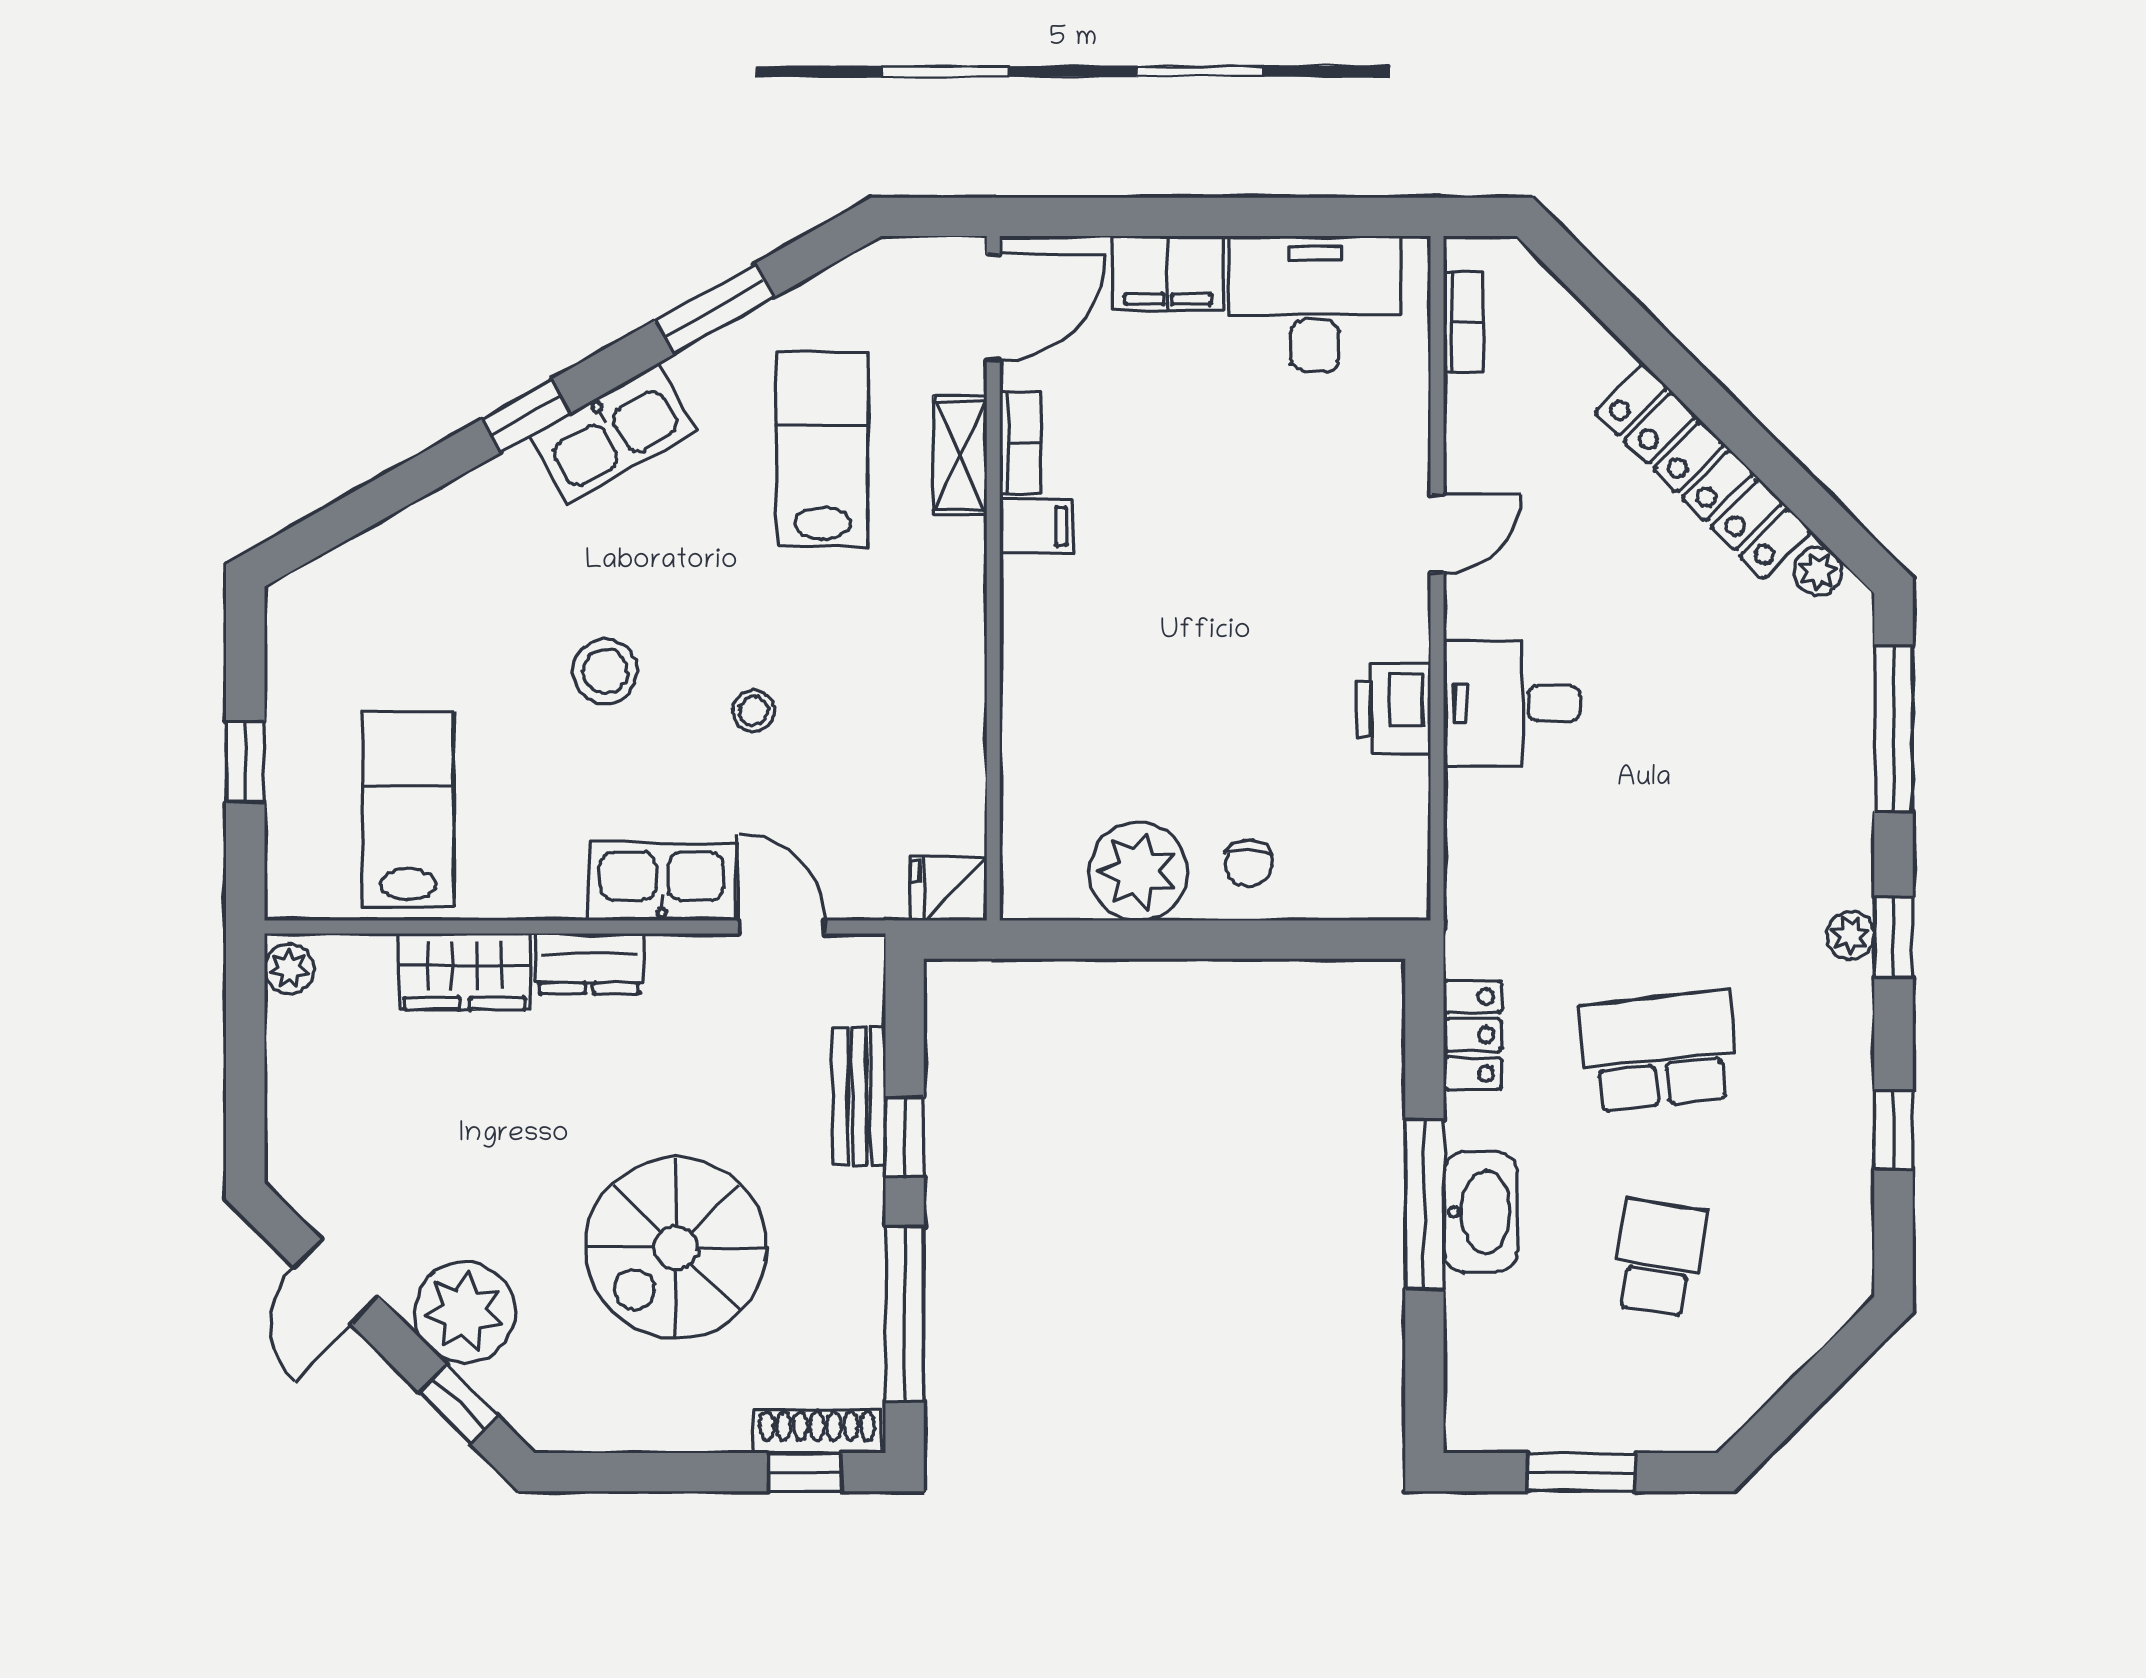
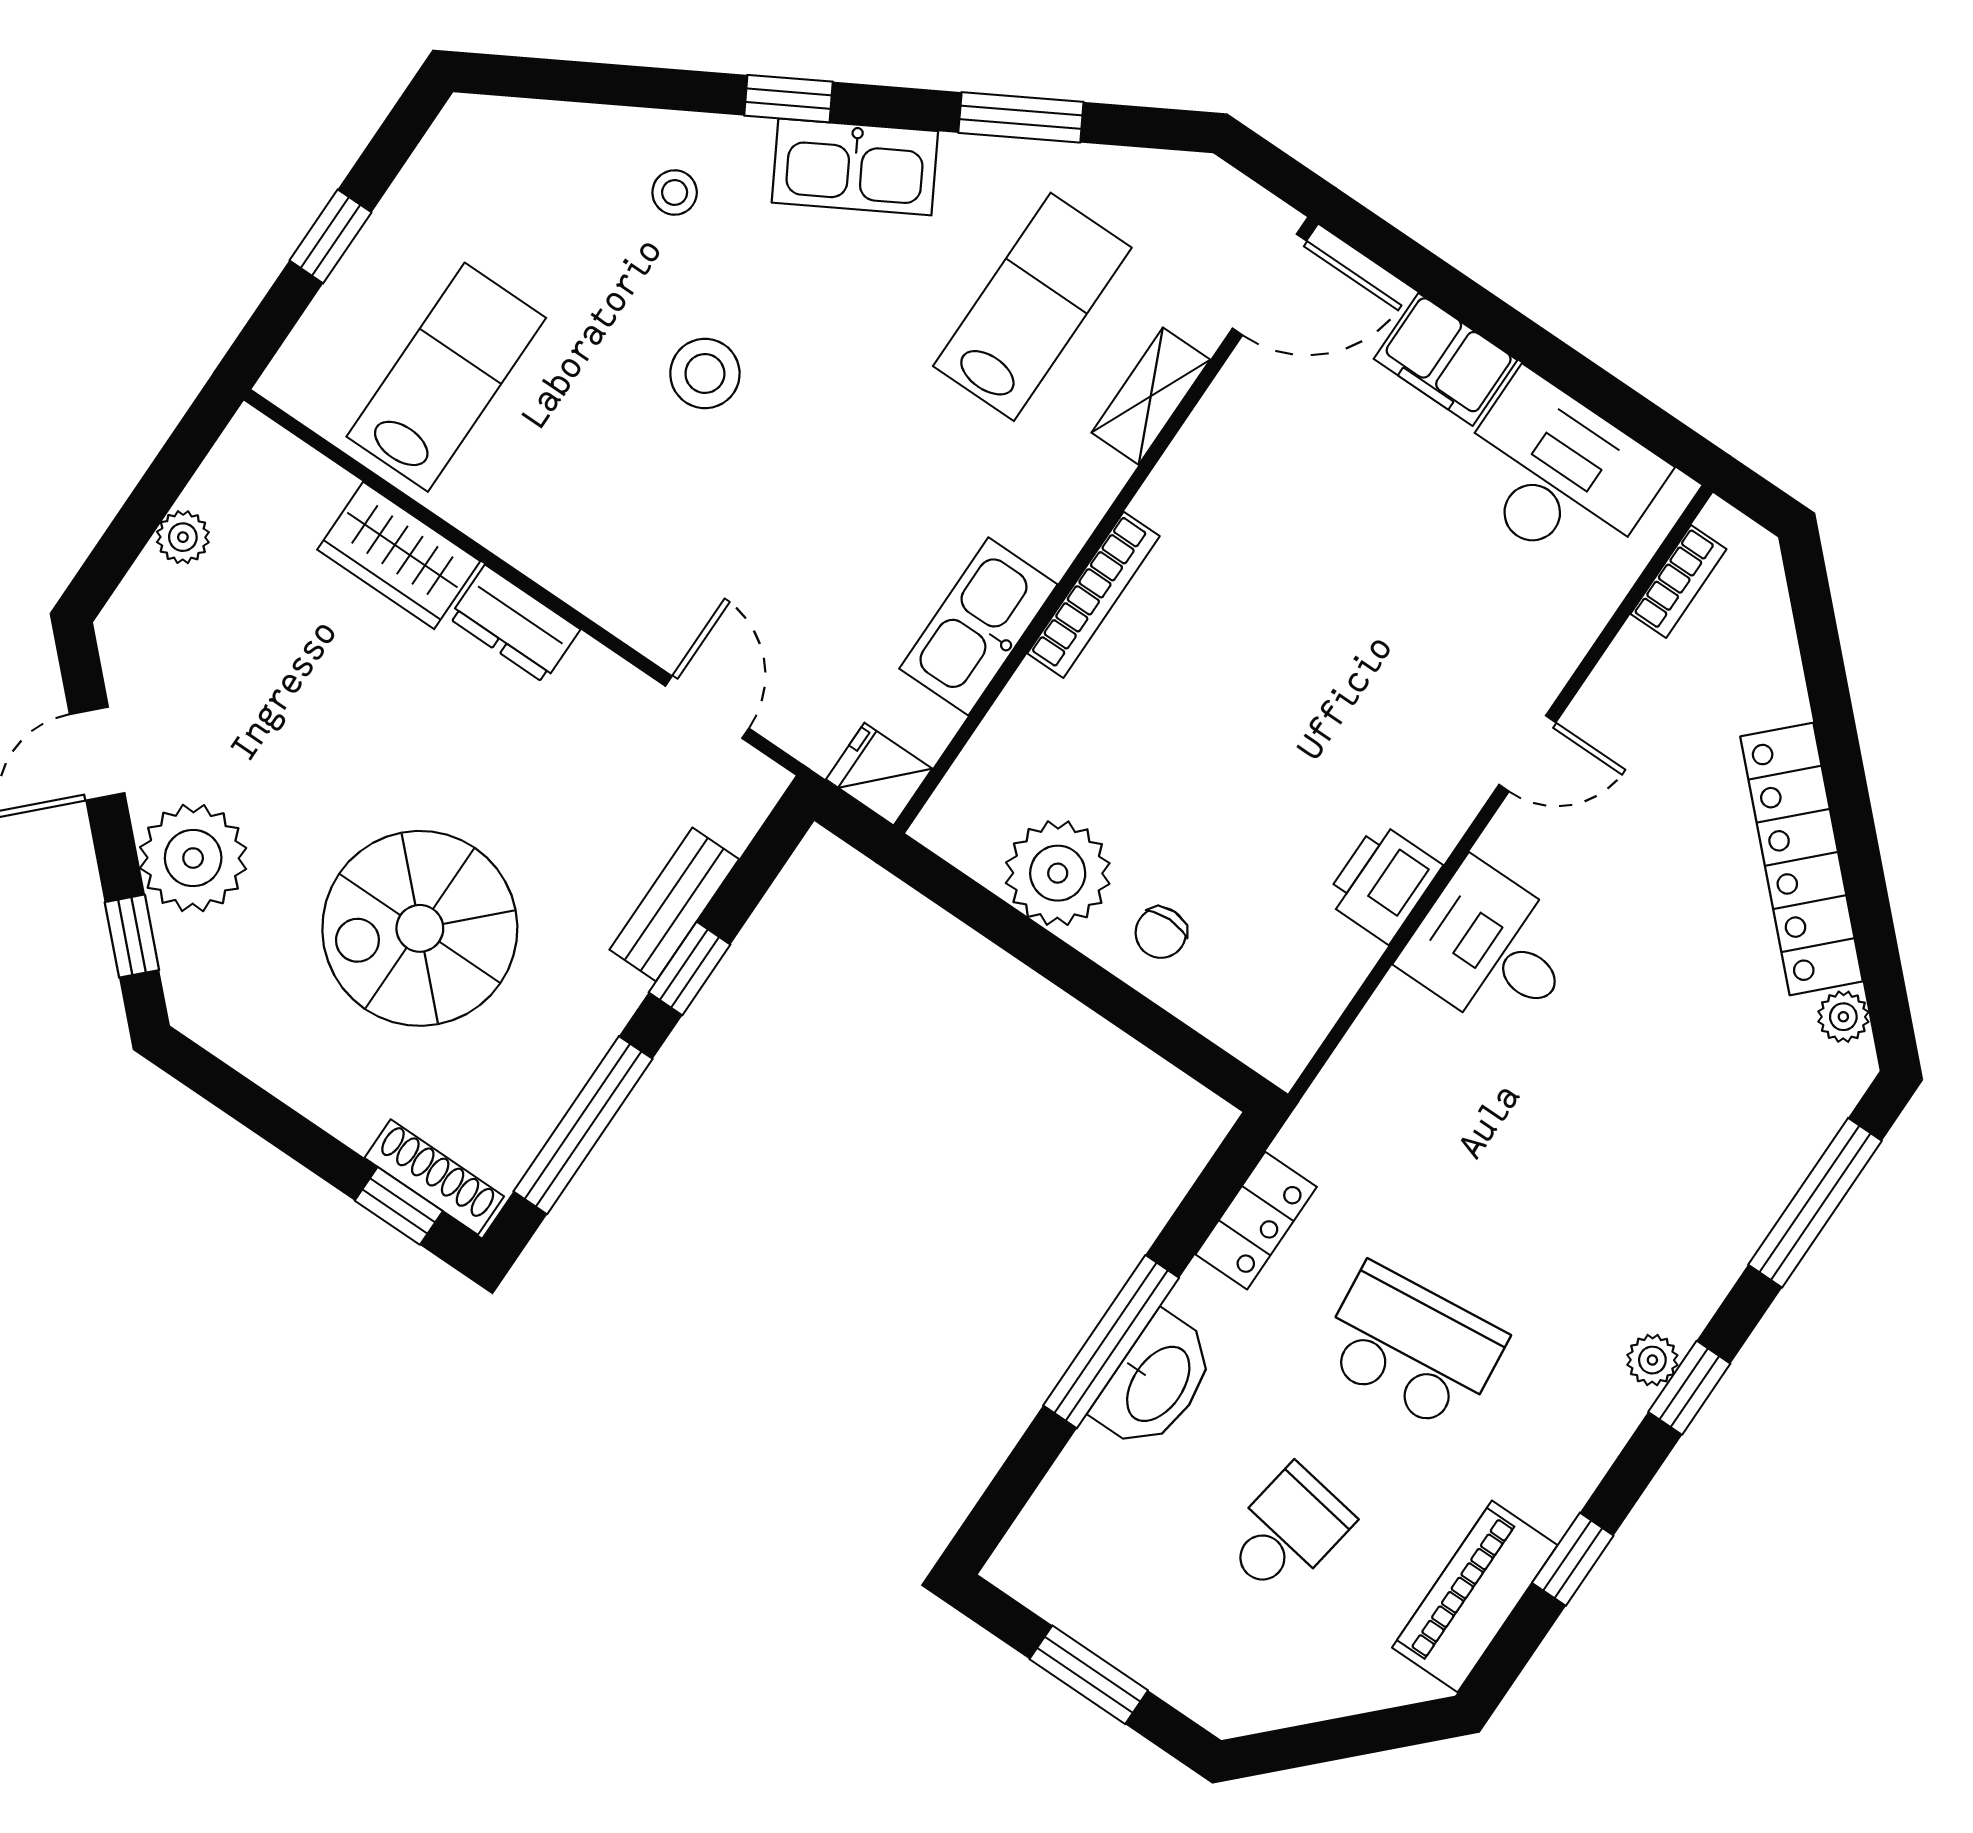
bookcase: (1020, 443) -> (1094, 595), moved, width x1.56
filing cabinet: (1036, 526) -> (1175, 505), removed
stool: (753, 711) -> (675, 192), moved
kitchen sink: (662, 882) -> (978, 626), moved, turned -90
plant: (289, 969) -> (183, 537), moved
piano: (1837, 1210) -> (1475, 1596), added

